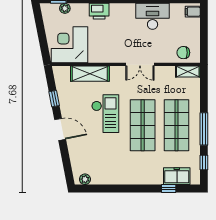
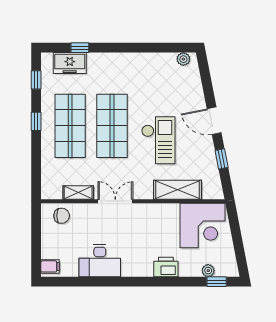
shelving: (188, 71) -> (78, 192), moved
checkout: (105, 114) -> (158, 140), turned 180
window: (204, 129) -> (36, 121), width x0.46

